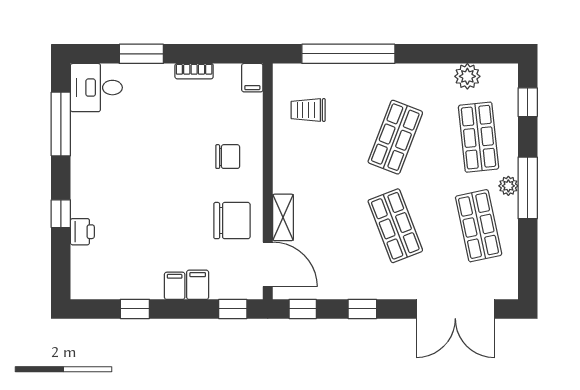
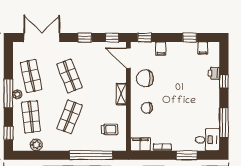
filing cabinet: (252, 78) -> (140, 144), width x2.00
shelving: (283, 217) -> (121, 94), moved
filing cabinet: (175, 286) -> (203, 48), moved

